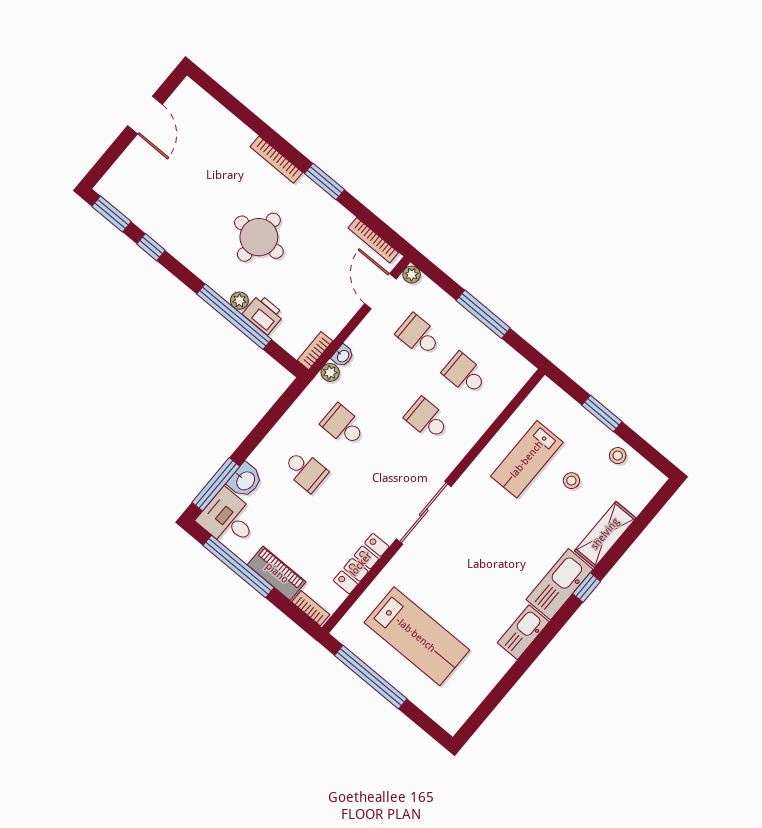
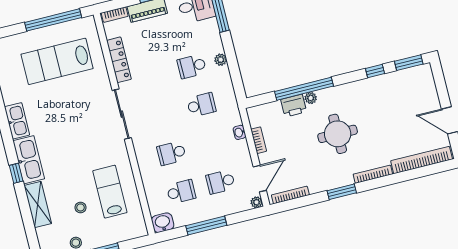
bookcase: (217, 114) -> (422, 160), added
door: (380, 291) -> (260, 179), hinge flipped
school desk: (419, 335) -> (221, 182), turned 180
bookcase: (315, 351) -> (259, 140), moved
plant: (330, 372) -> (221, 60), moved
school desk: (427, 419) -> (172, 153), turned 180
washbasin: (245, 480) -> (163, 223), moved, turned 90

